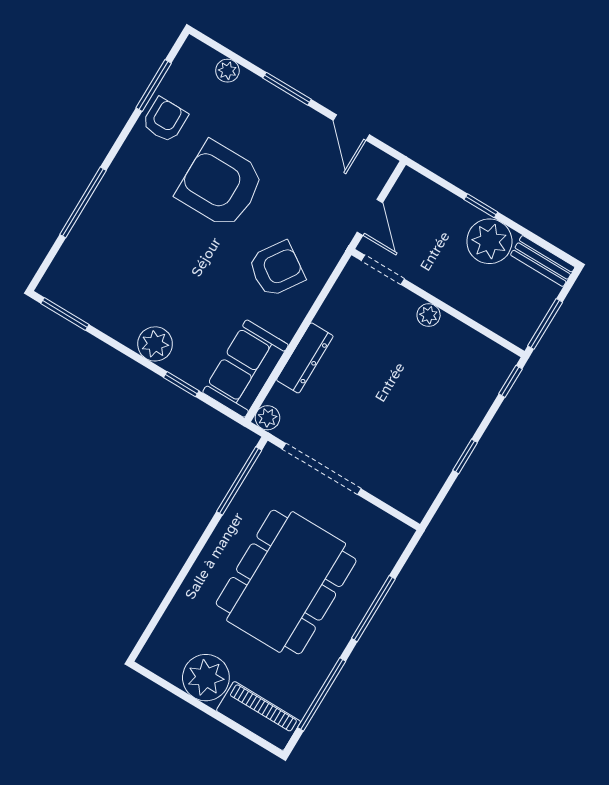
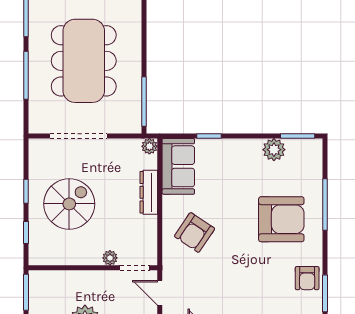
armchair: (221, 185) -> (281, 219), moved
plant: (429, 315) -> (110, 258), moved
plant: (155, 344) -> (274, 150), moved
window: (510, 381) -> (26, 232), moved
spiral stairs: (418, 406) -> (69, 204), added
doorway: (322, 469) -> (79, 136), moved

